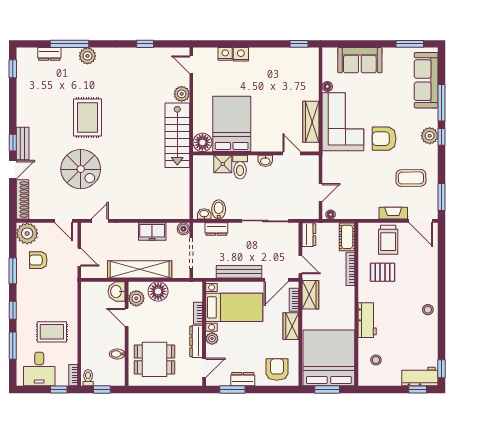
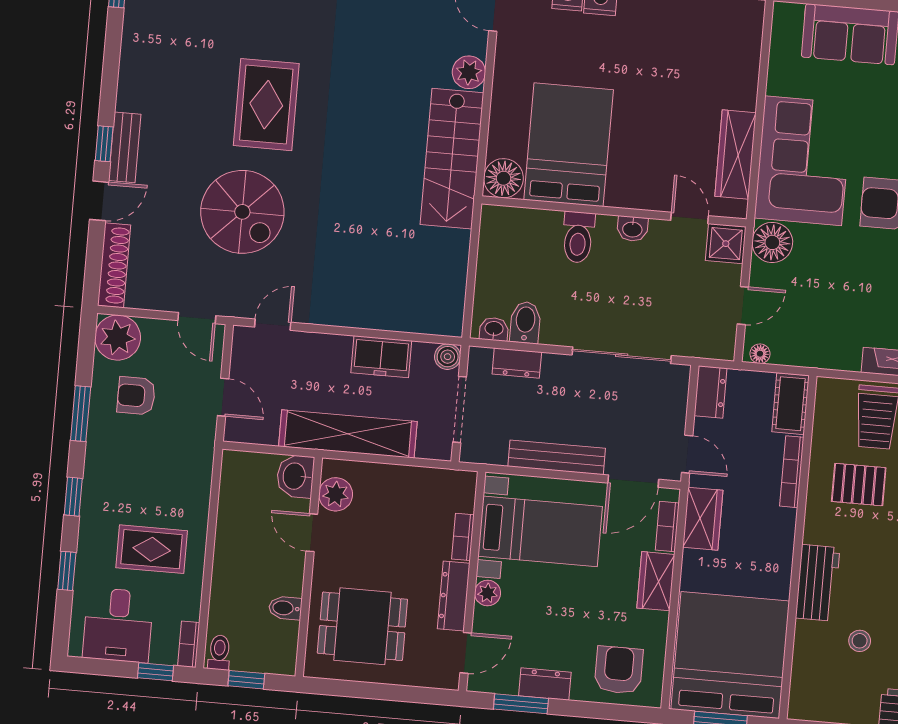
floor lamp: (327, 87) -> (772, 242), moved, width x1.89, depth x1.89
shower: (223, 164) -> (726, 244), moved
floor lamp: (158, 291) -> (383, 484), removed
window: (13, 346) -> (67, 571), width x0.67
stool: (376, 360) -> (860, 641), moved

